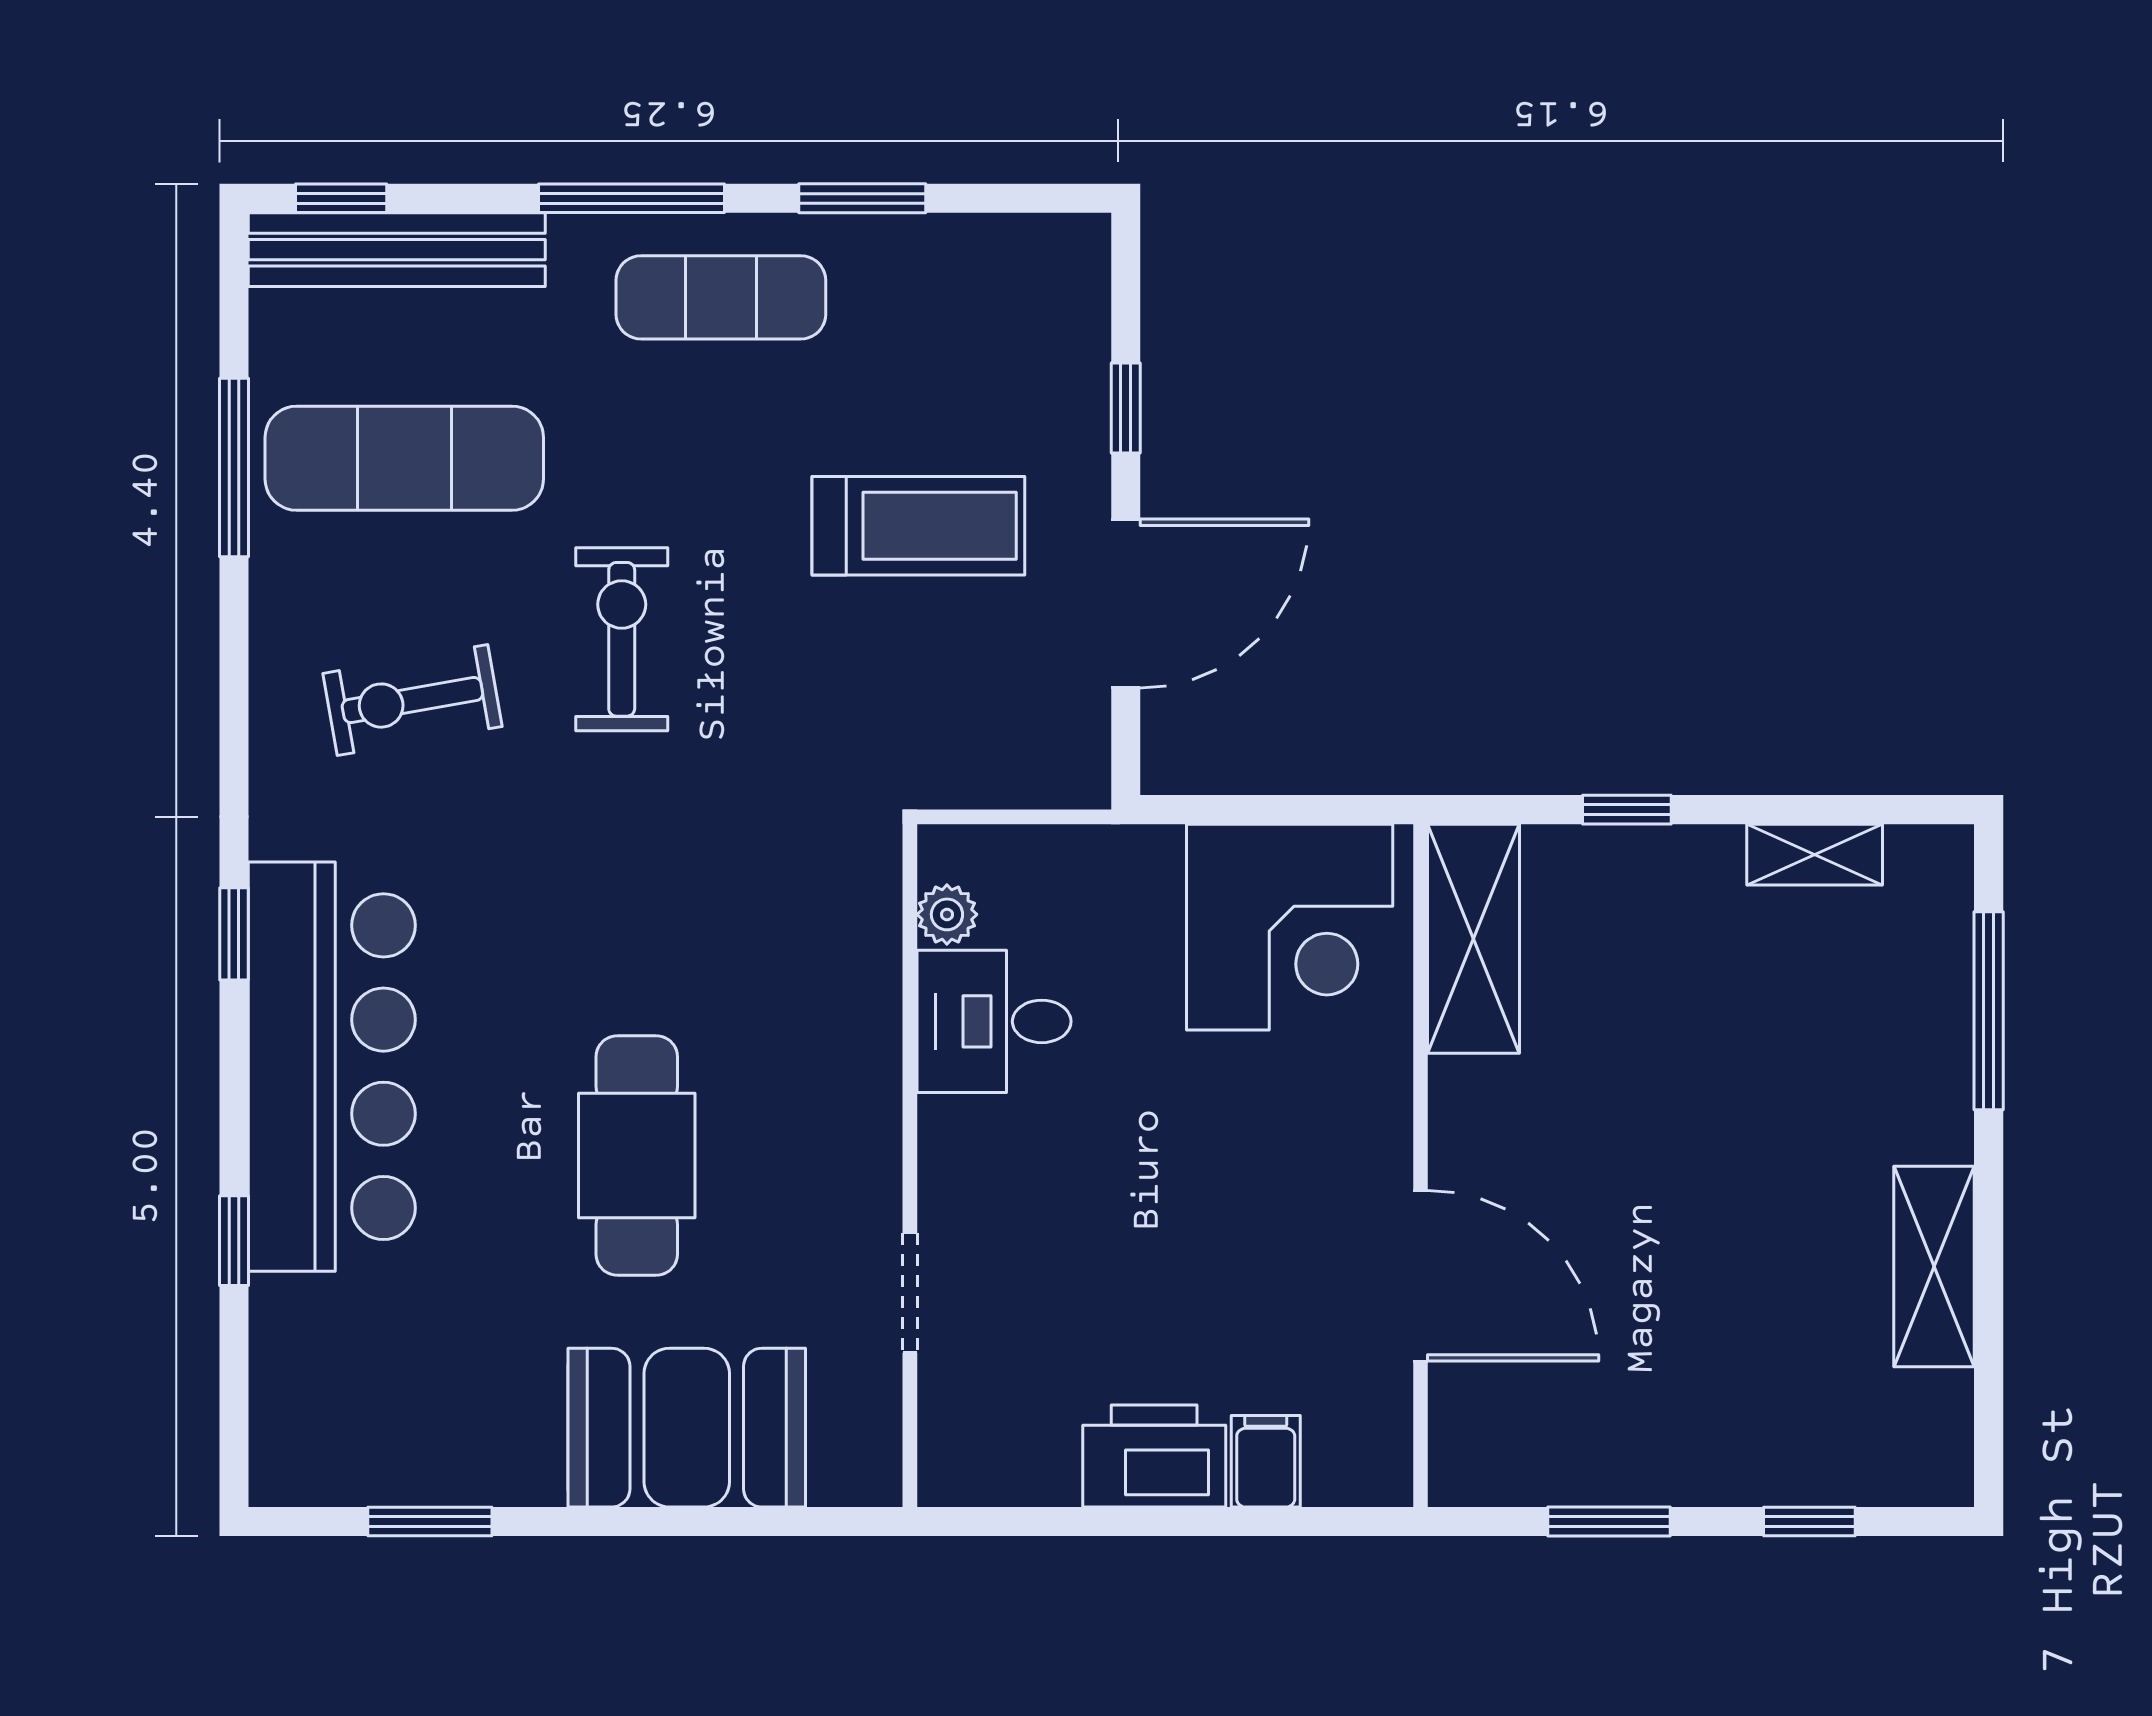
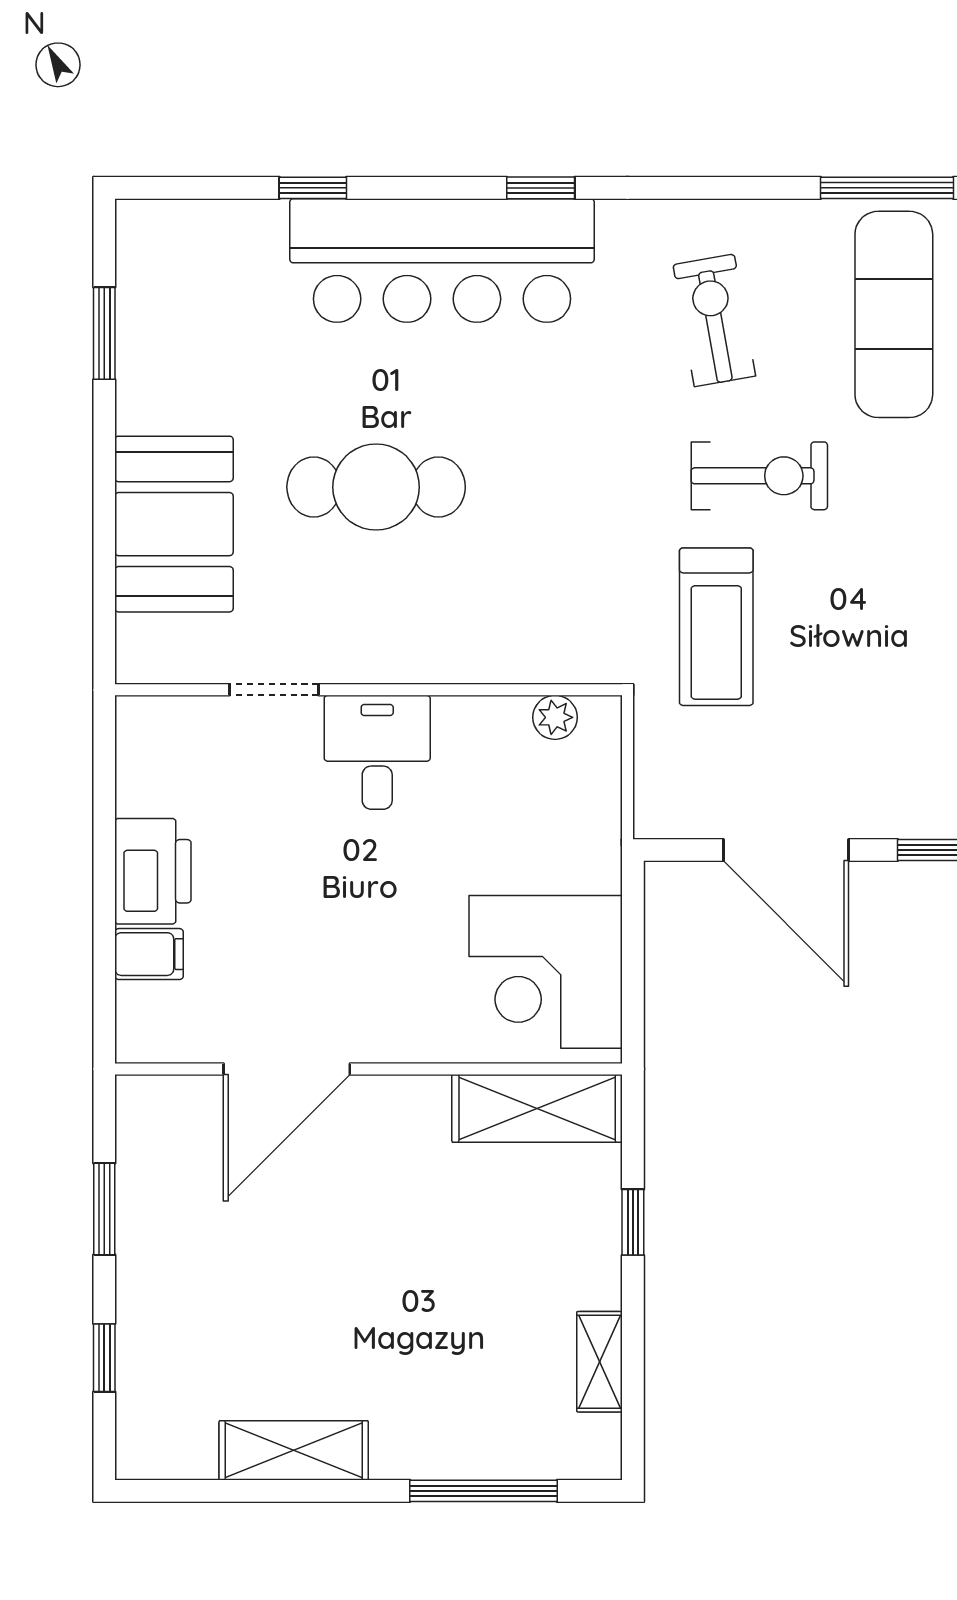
treadmill: (918, 526) -> (716, 627), moved
desk: (994, 1021) -> (377, 752), moved

